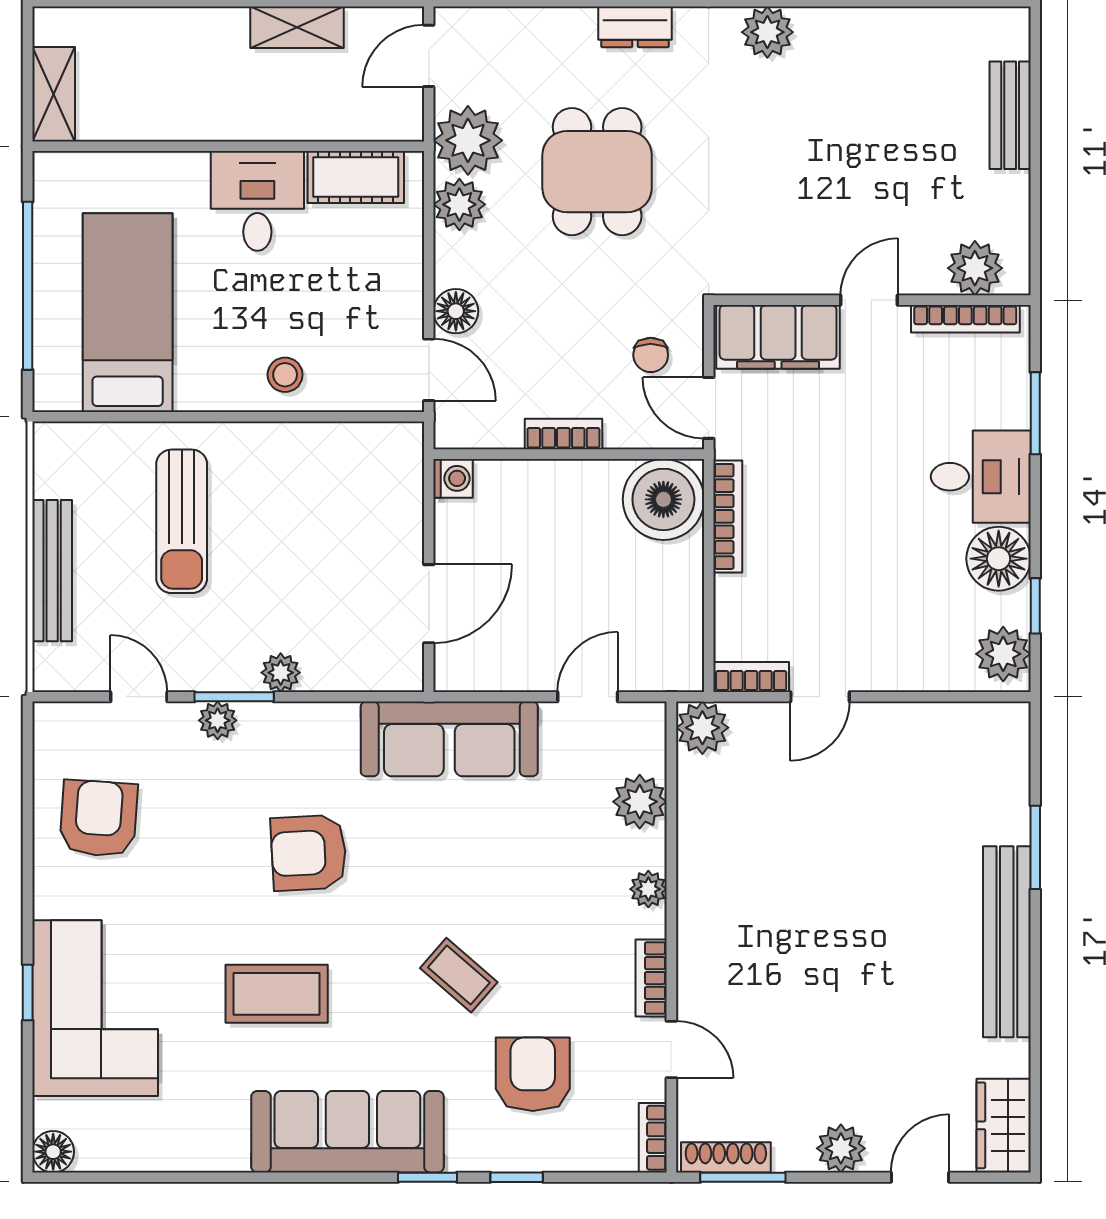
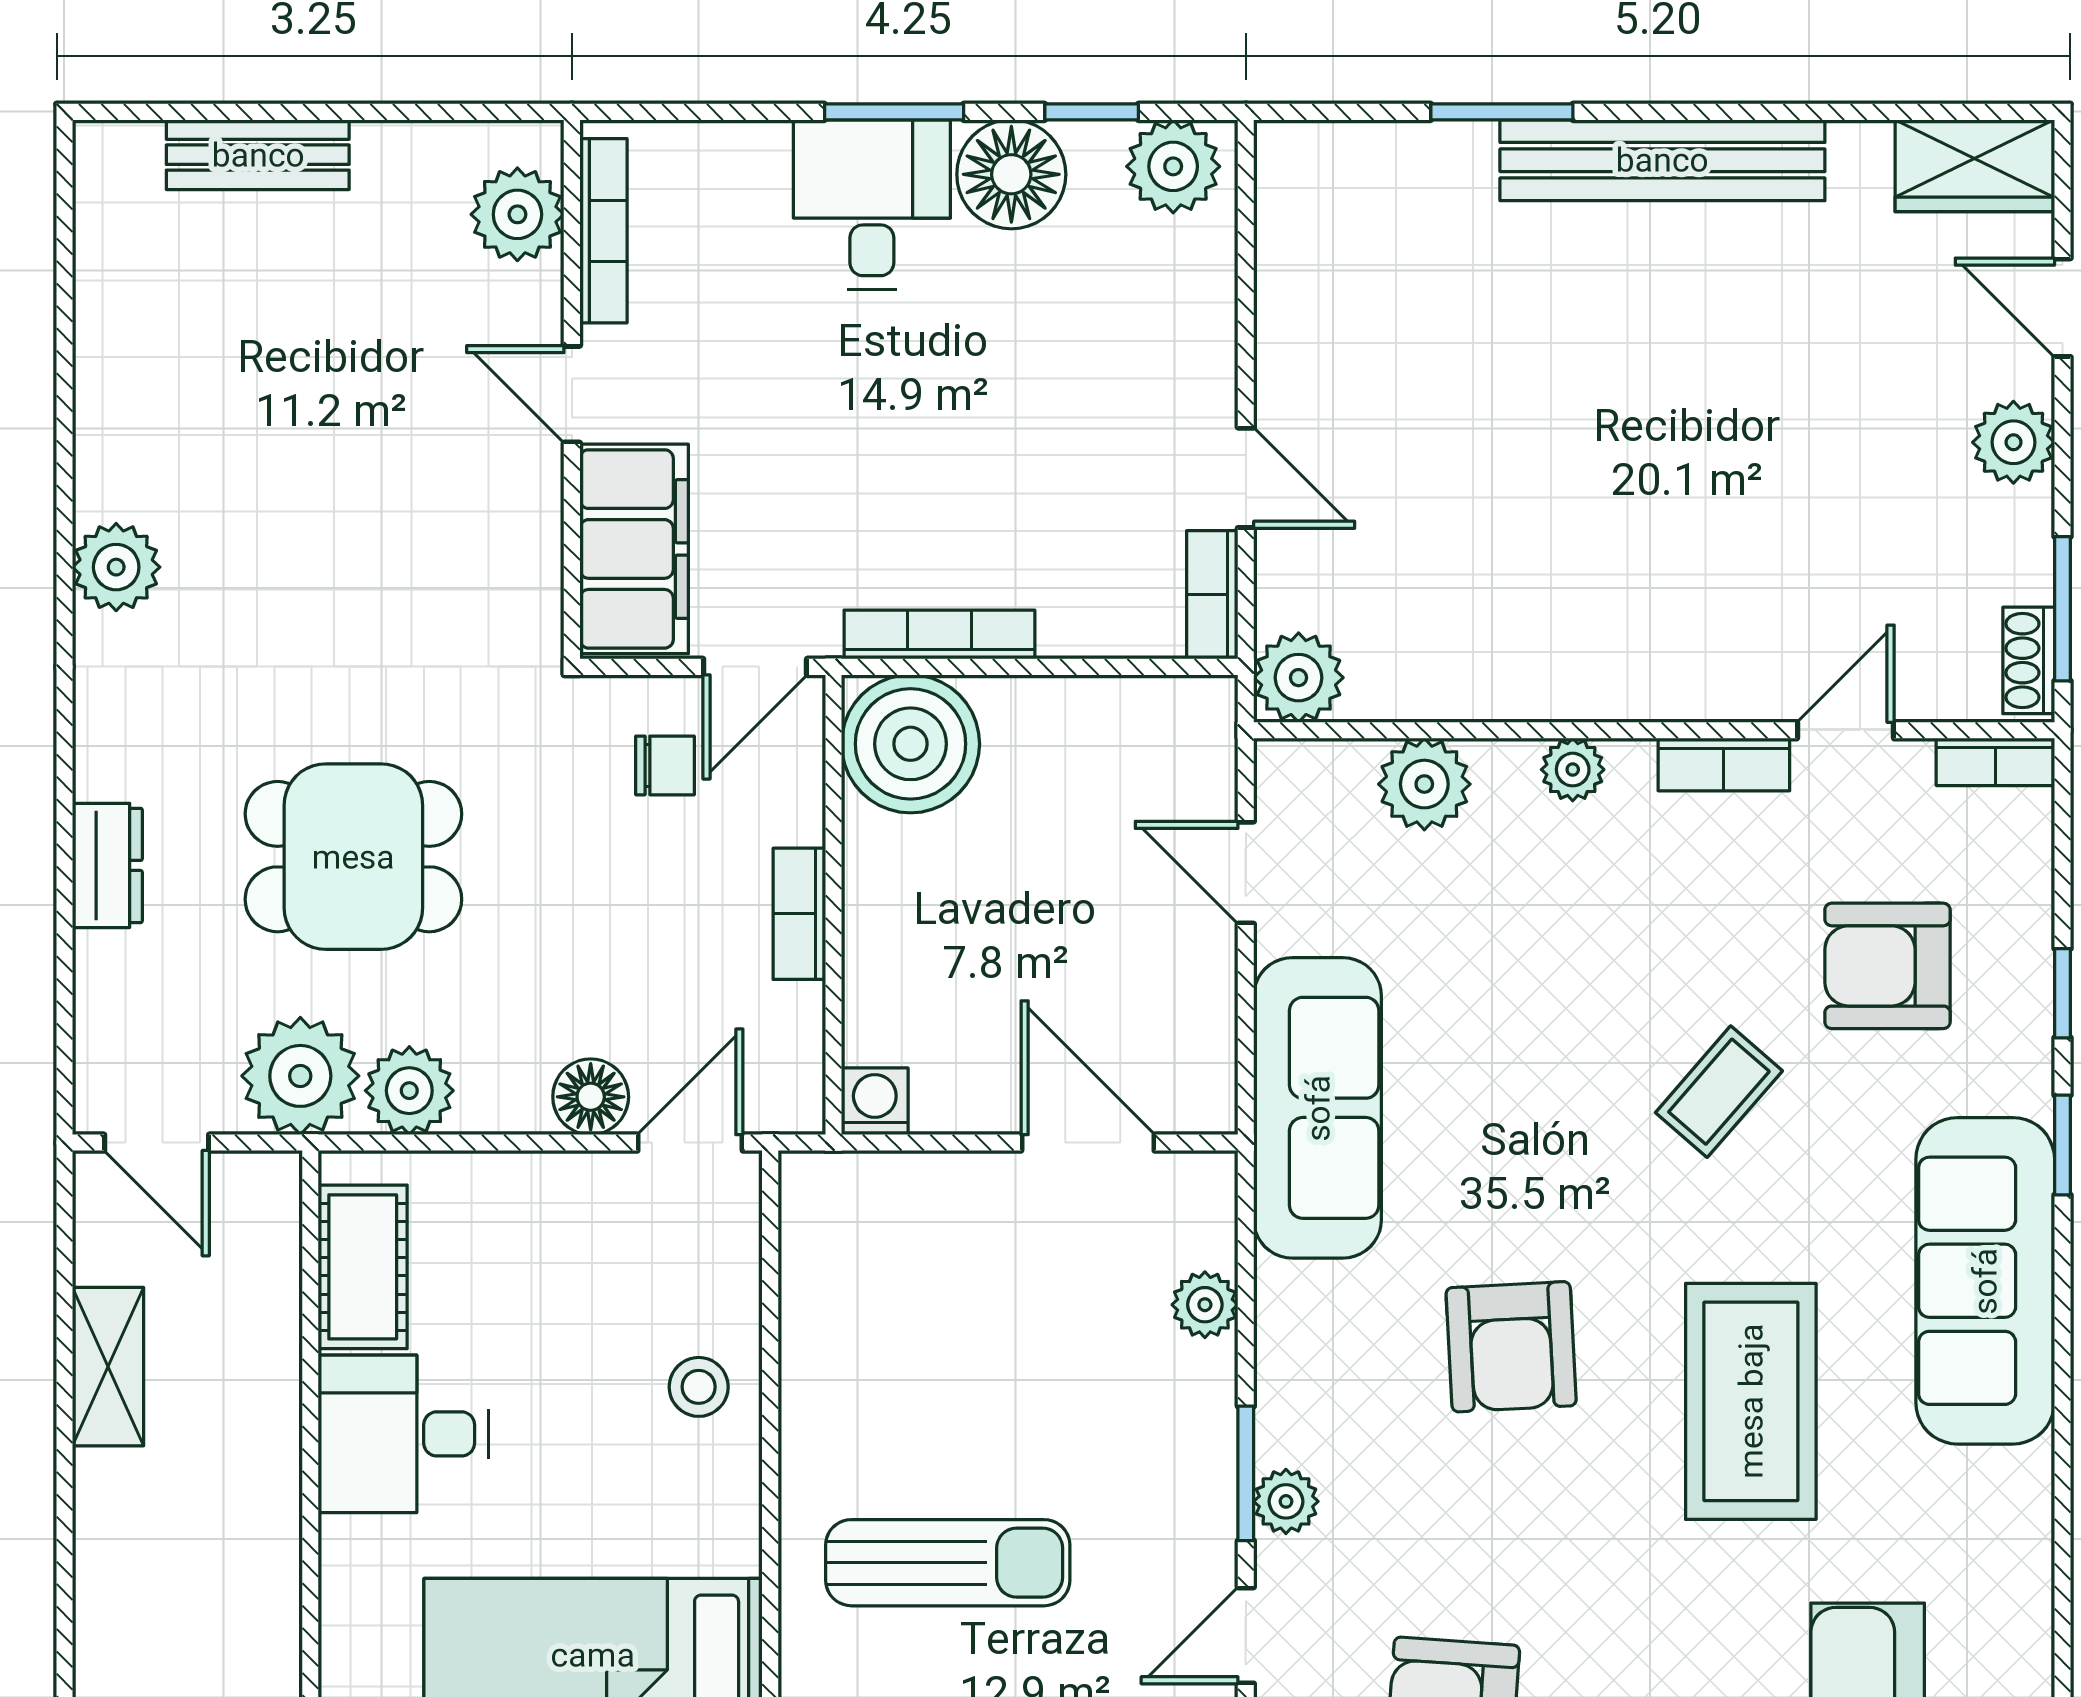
dresser: (635, 27) -> (107, 865), moved
window: (1035, 413) -> (894, 112), moved
plant: (281, 673) -> (1205, 1305), moved
coffee table: (277, 994) -> (1751, 1401), width x1.36, depth x1.32
shoe rack: (726, 1157) -> (2029, 660), width x0.70

